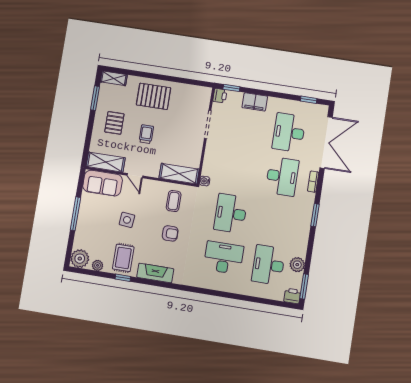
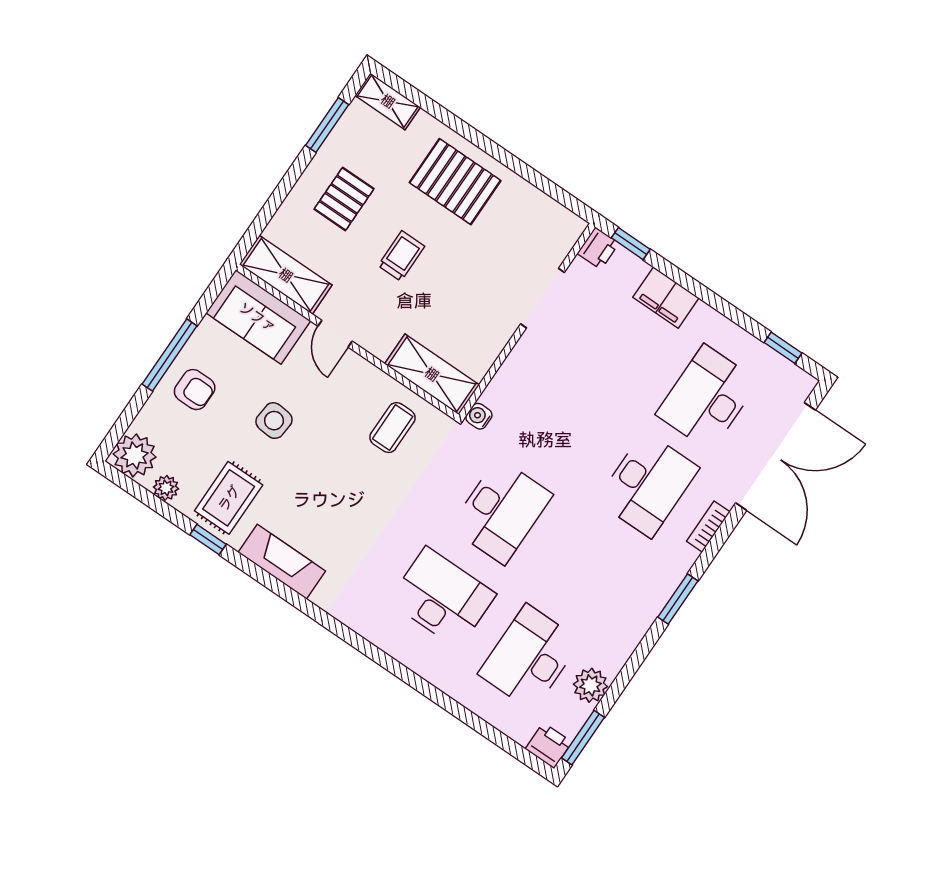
desk: (231, 213) -> (501, 511), turned 180
armchair: (170, 233) -> (195, 390), moved

